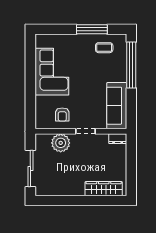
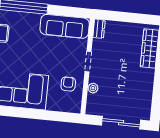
armchair: (62, 115) -> (68, 84), turned -90
plant: (61, 143) -> (93, 88), width x0.53, depth x0.53

